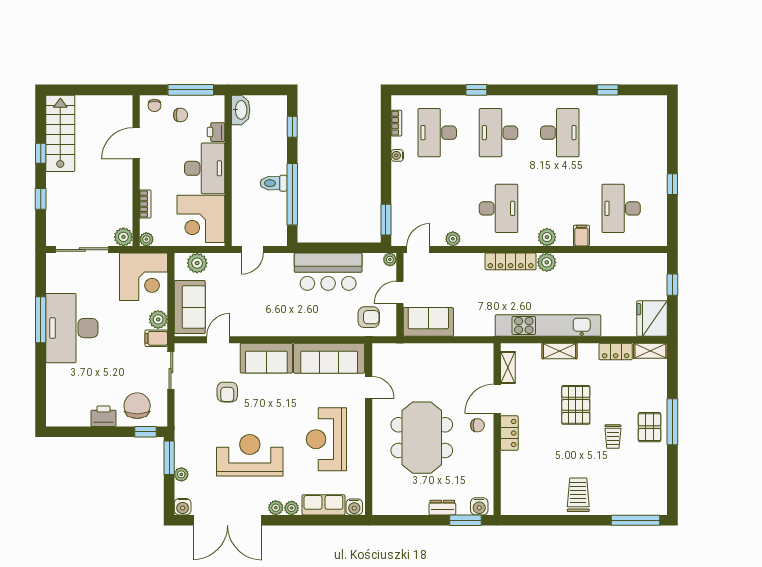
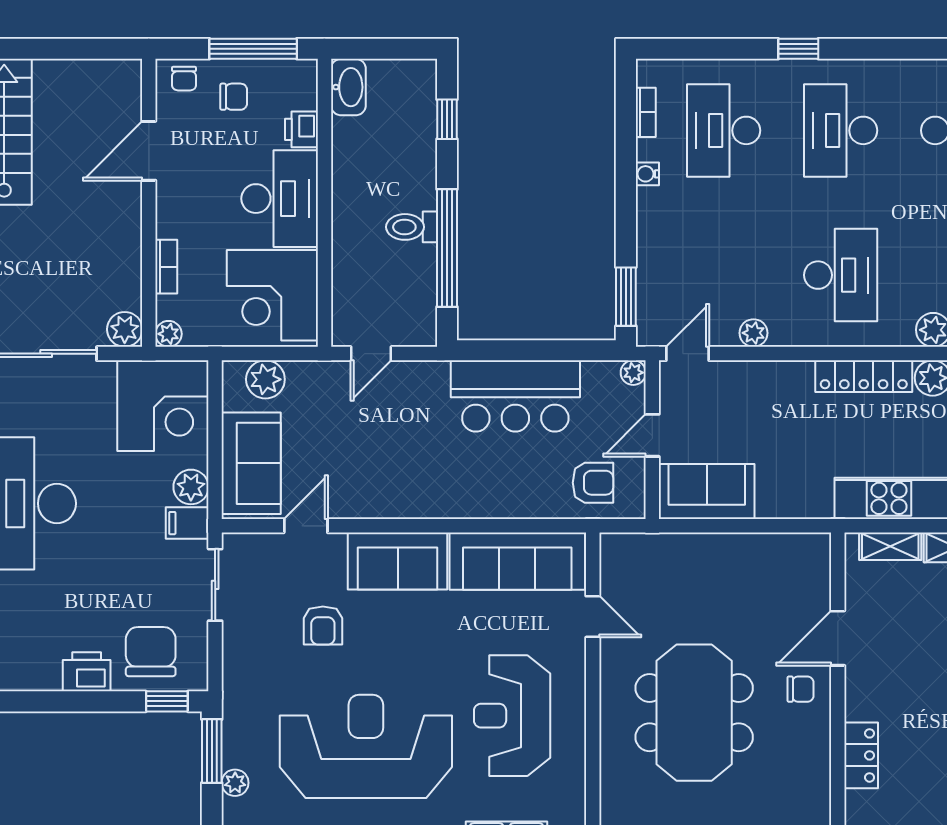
shelving: (508, 368) -> (890, 546), moved, turned 90
locker: (509, 433) -> (861, 755), moved
reception desk: (250, 455) -> (366, 746), width x1.36, depth x1.30

